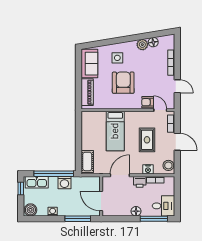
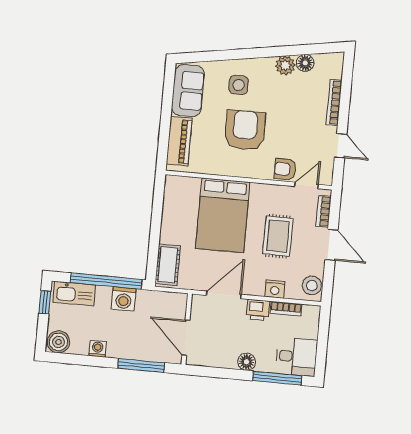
door: (160, 110) -> (306, 185), hinge flipped
bed: (115, 131) -> (223, 215), width x1.50

